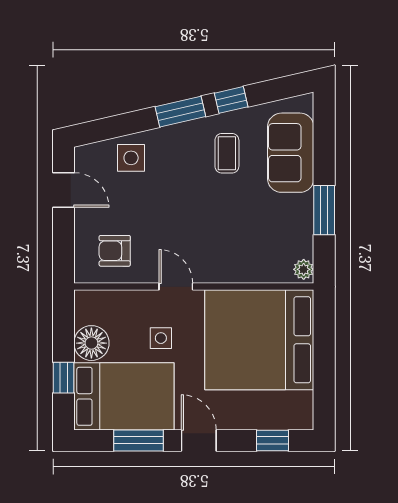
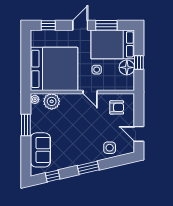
window: (231, 100) -> (53, 176), moved
coffee table: (227, 153) -> (68, 150), removed
plant: (265, 265) -> (52, 101), added
window: (64, 378) -> (139, 63), moved
door: (199, 440) -> (80, 25), swing flipped

